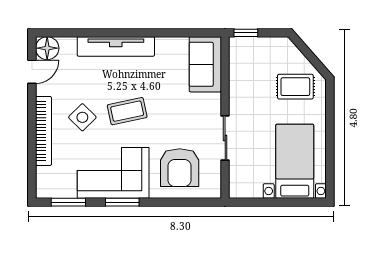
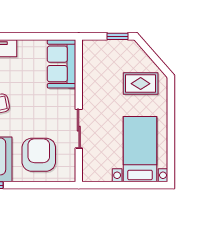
window: (246, 33) -> (118, 36), moved
armchair: (180, 168) -> (39, 155), turned 180

